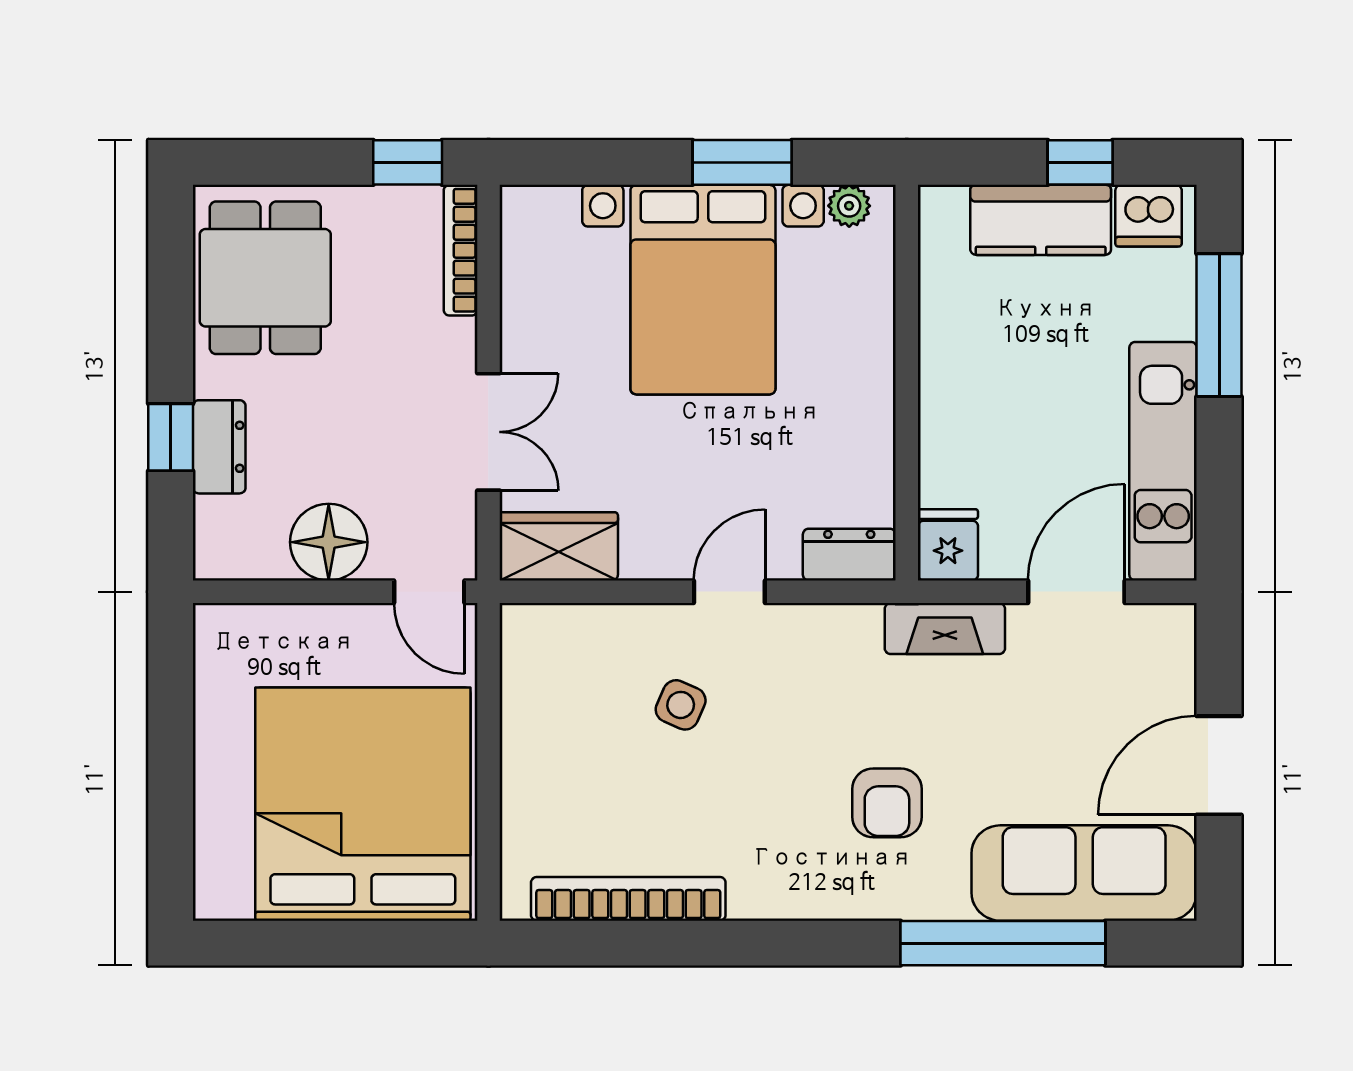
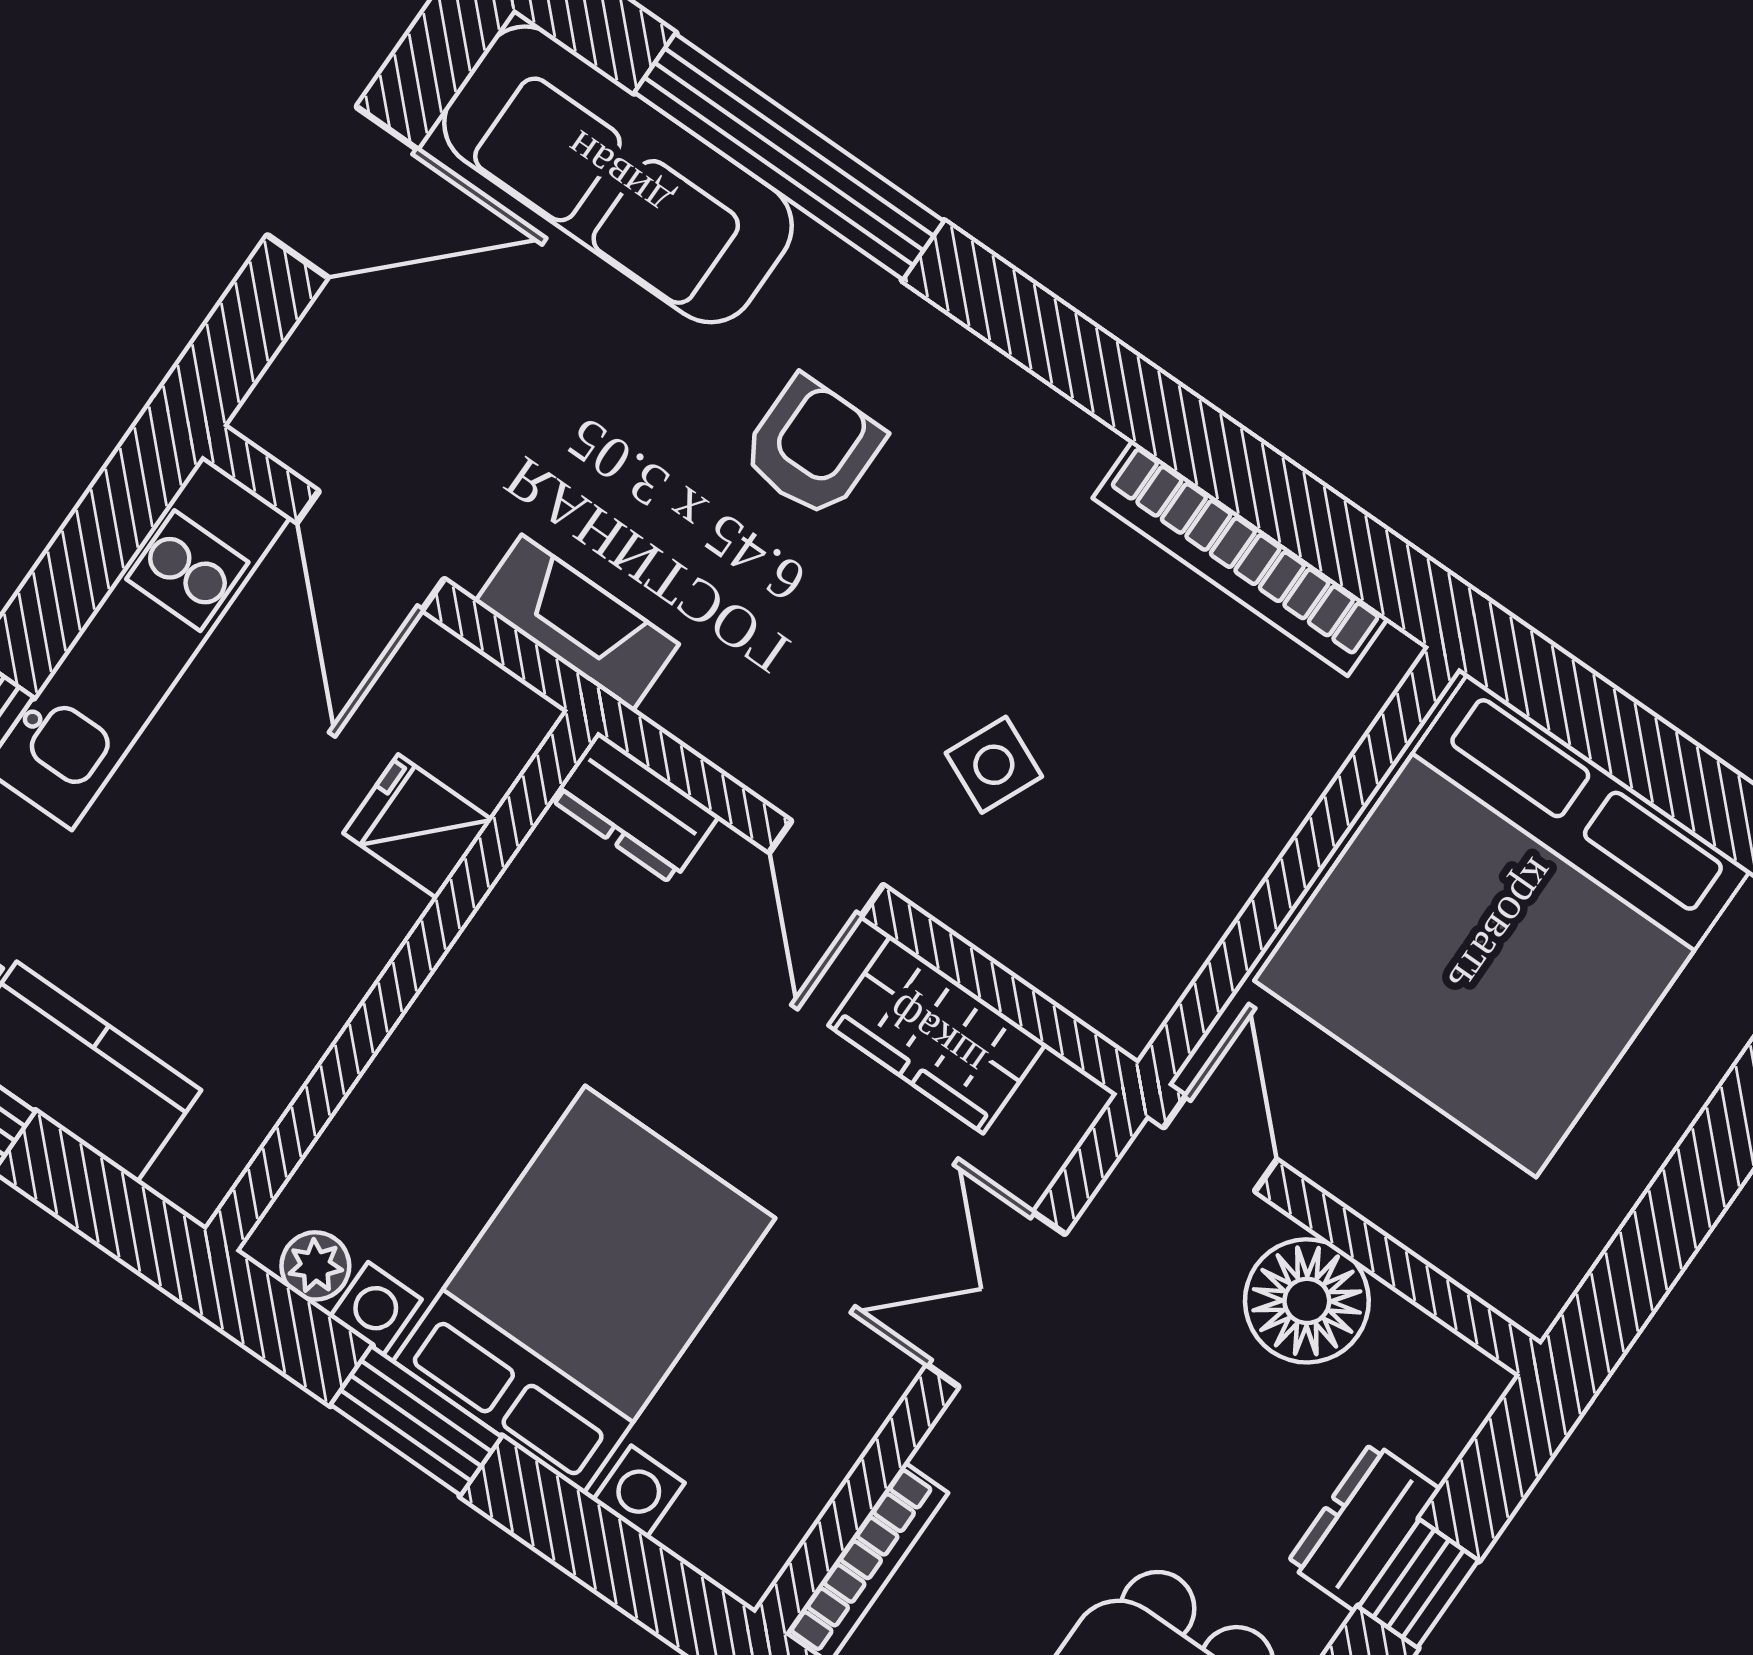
fridge: (948, 545) -> (418, 826), moved, turned 90
wardrobe: (559, 546) -> (937, 1035), moved
door: (729, 592) -> (826, 869), hinge flipped
door: (1076, 592) -> (371, 551), hinge flipped

